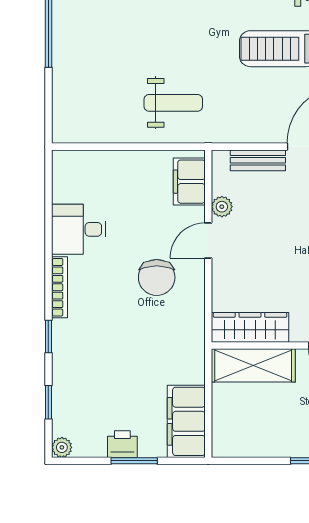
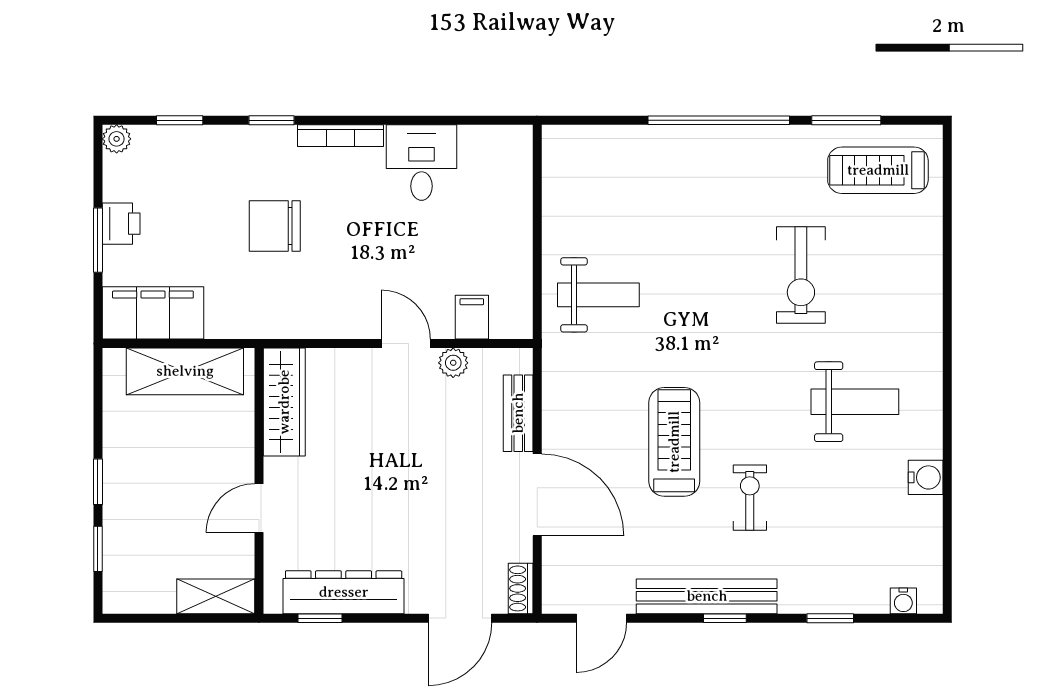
weight bench: (173, 103) -> (598, 295), turned -90
filing cabinet: (189, 182) -> (472, 317), width x0.50
chair: (157, 277) -> (275, 226), moved
shelving: (253, 365) -> (185, 371), moved, turned 90

